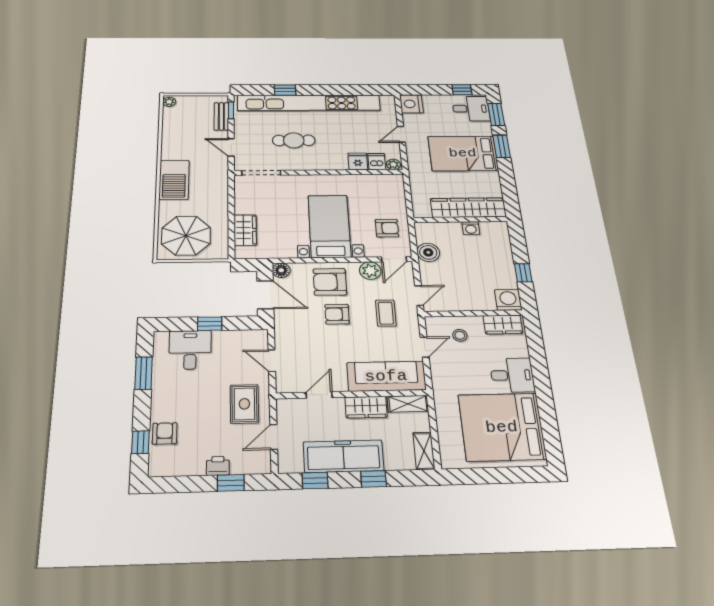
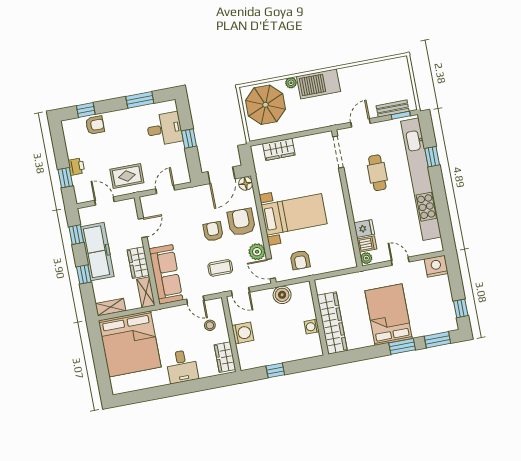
plant: (169, 102) -> (291, 83), moved
desk: (471, 109) -> (440, 318), removed
washing machine: (508, 300) -> (243, 333), moved
door: (319, 395) -> (143, 228), hinge flipped
bed: (502, 427) -> (130, 344), moved, turned 180

